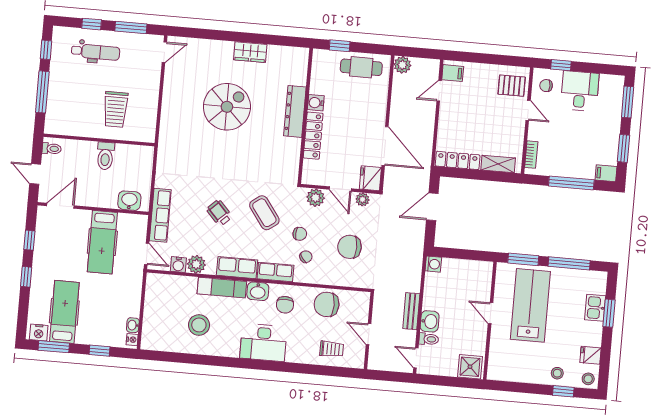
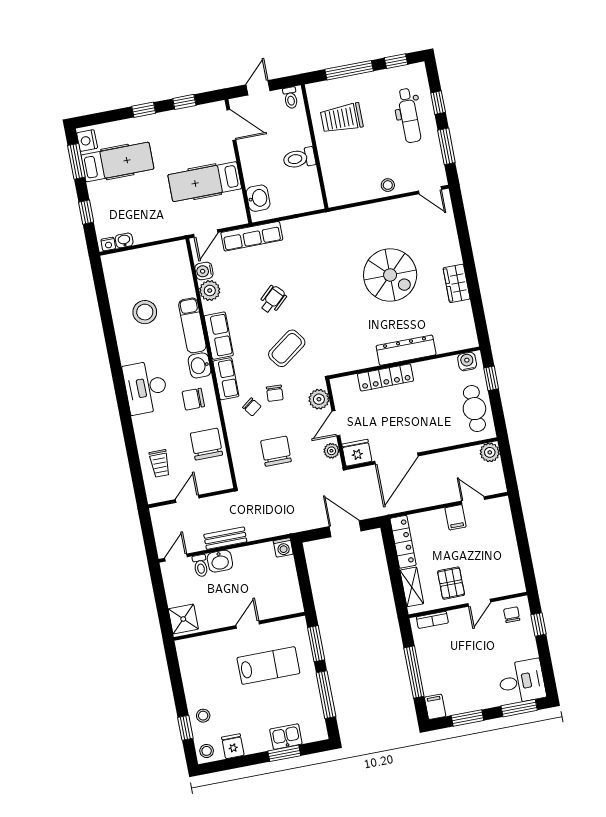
filing cabinet: (453, 73) -> (456, 517), moved
pallet: (512, 86) -> (451, 583), moved
stool: (150, 87) -> (388, 185), added
desk: (580, 91) -> (522, 681), moved
water cooler: (316, 103) -> (467, 361), moved
trolley: (115, 109) -> (342, 118), moved
lab bench: (530, 305) -> (268, 666), width x0.73, depth x0.72

